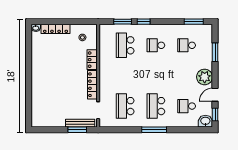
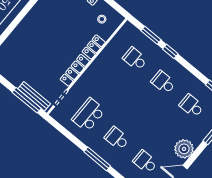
school desk: (125, 45) -> (135, 59), width x0.54
school desk: (156, 106) -> (117, 138), width x0.54
window: (77, 130) -> (26, 100), width x1.44

